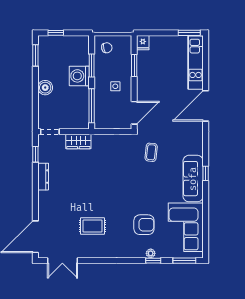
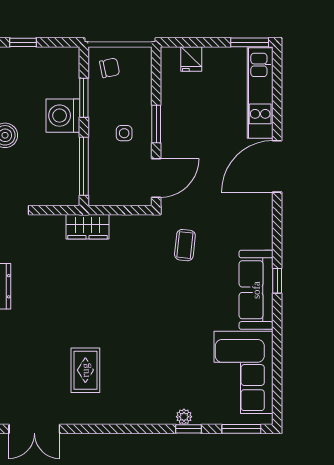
fridge: (143, 43) -> (191, 59), moved
window: (134, 65) -> (156, 124), moved
wardrobe: (78, 142) -> (87, 227), moved
armchair: (144, 225) -> (173, 368), removed
rug: (93, 226) -> (85, 370), turned 90

